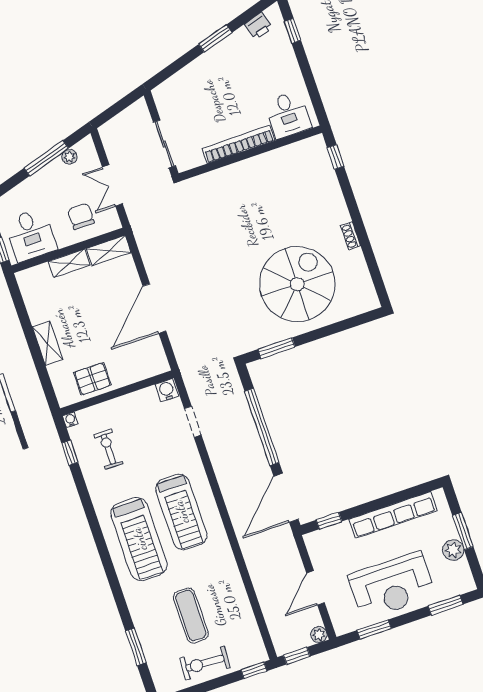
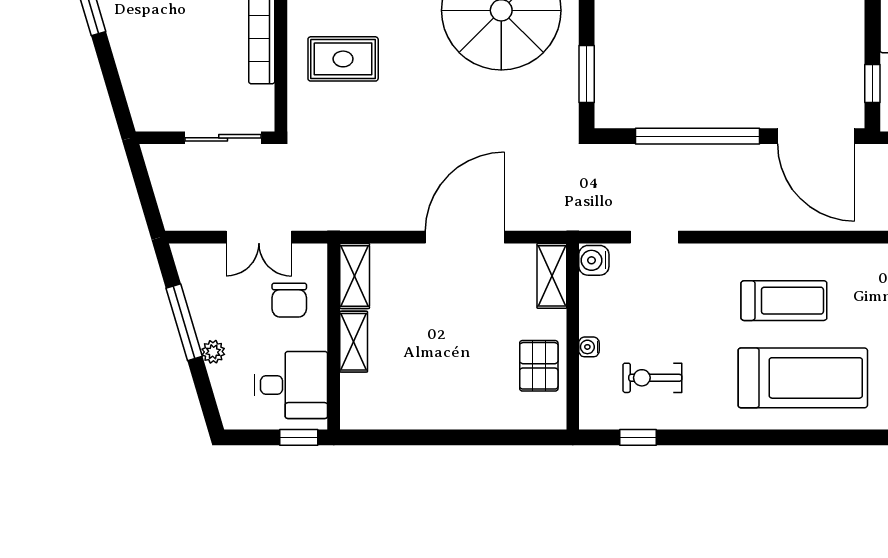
plant: (69, 157) -> (213, 352), moved
rug: (236, 200) -> (343, 59), added
chair: (81, 216) -> (289, 300), turned -90
door: (154, 309) -> (465, 237), swing flipped
shelving: (48, 343) -> (552, 276), moved, turned 90
water cooler: (71, 420) -> (589, 347), moved
treadmill: (181, 512) -> (784, 301), width x0.73, depth x0.73

